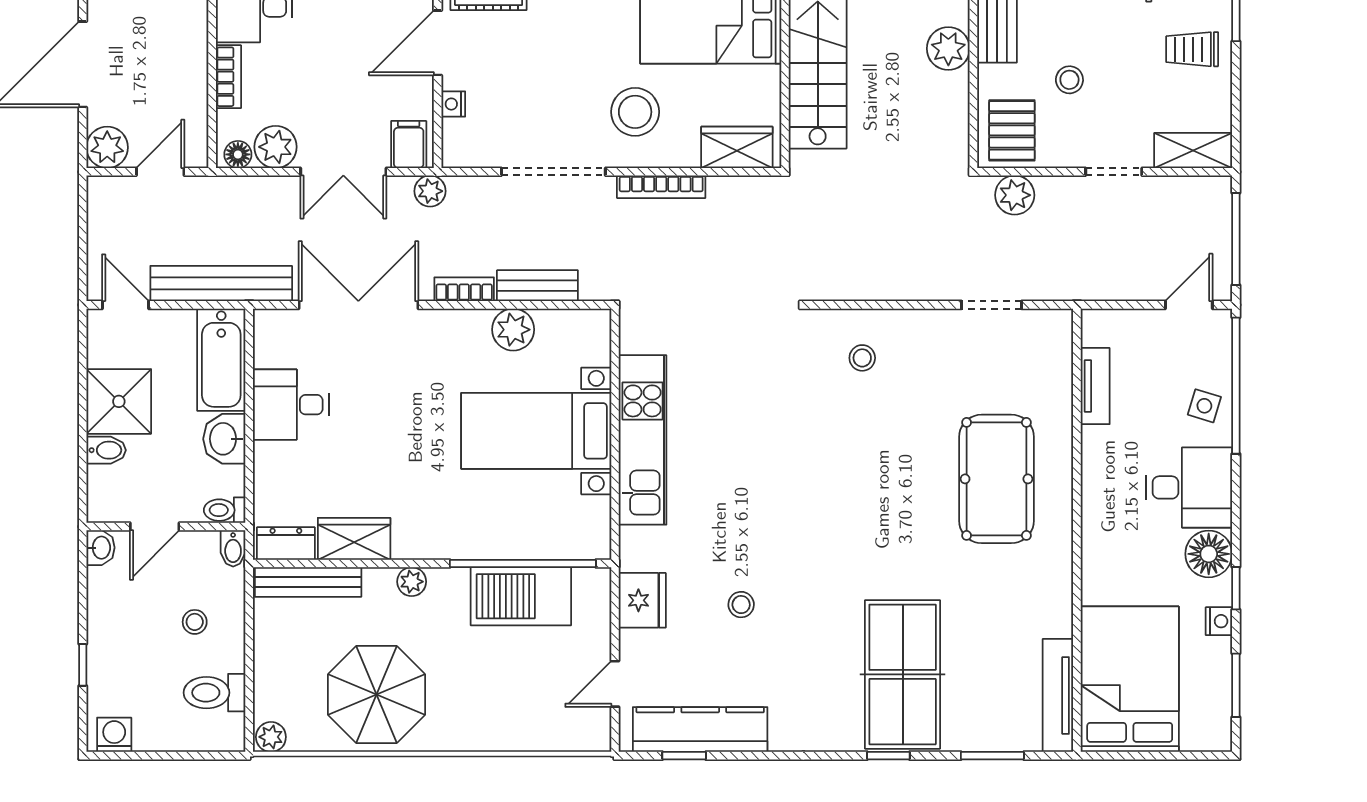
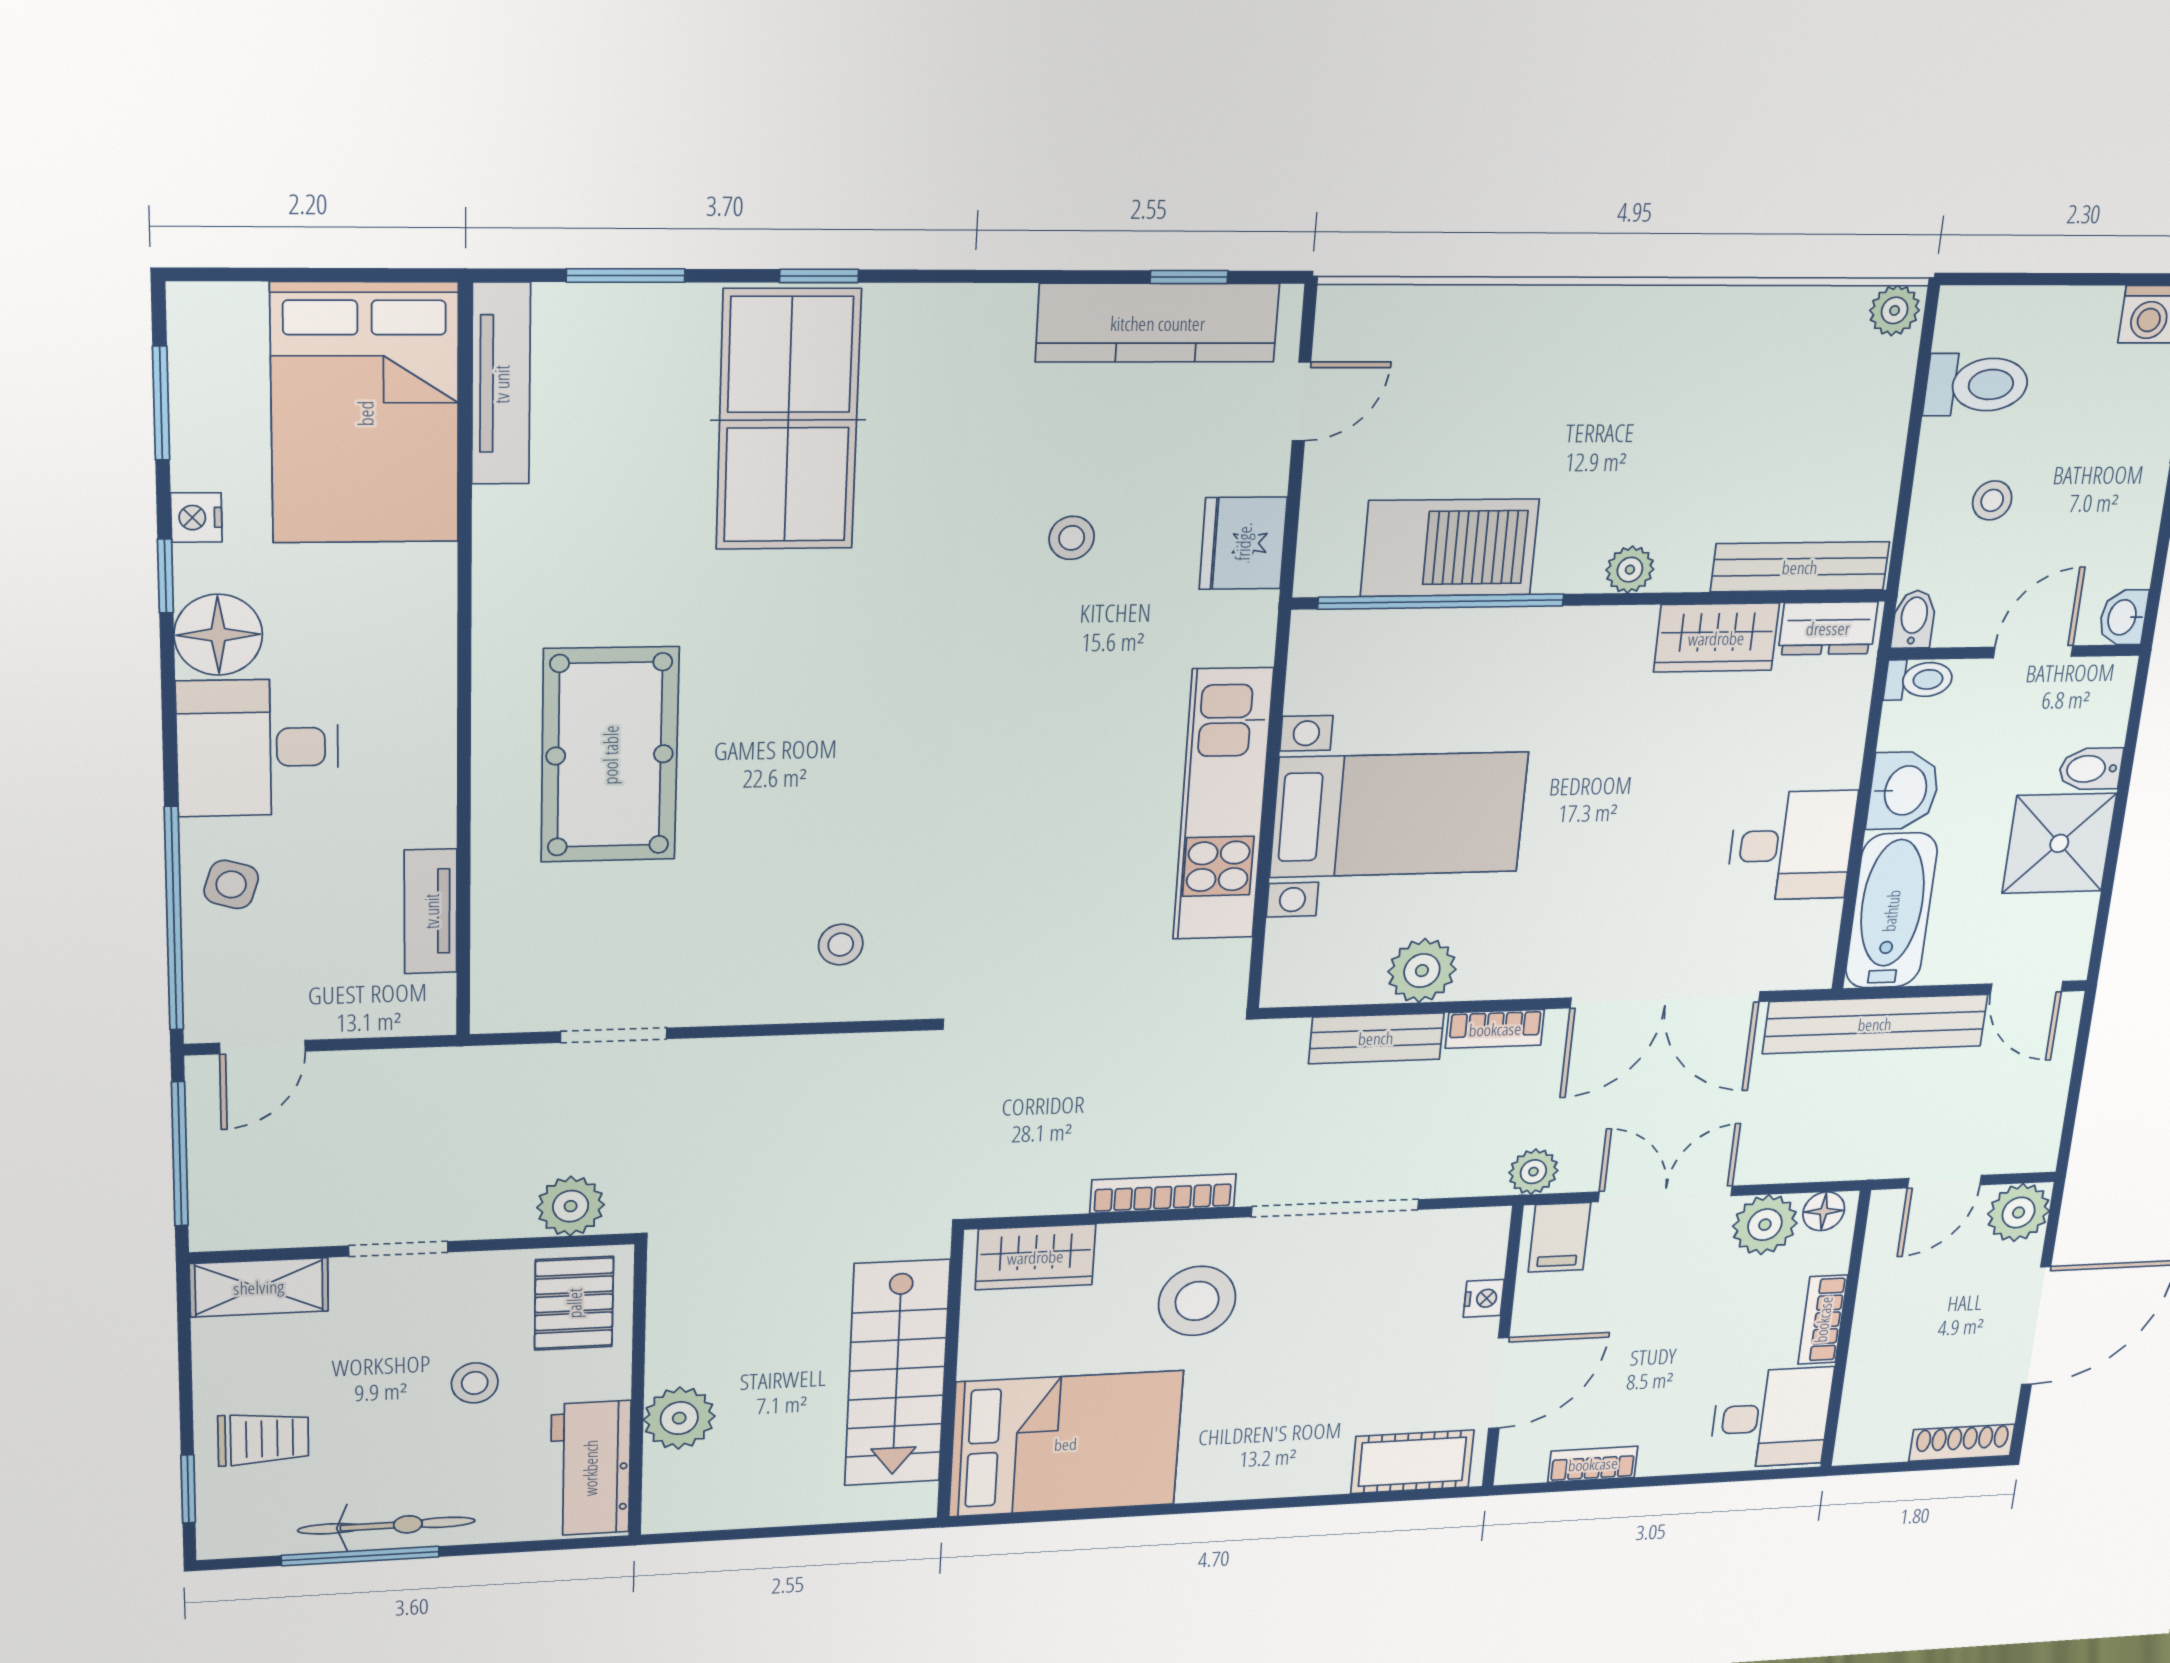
parasol: (376, 695) -> (1710, 382), removed

